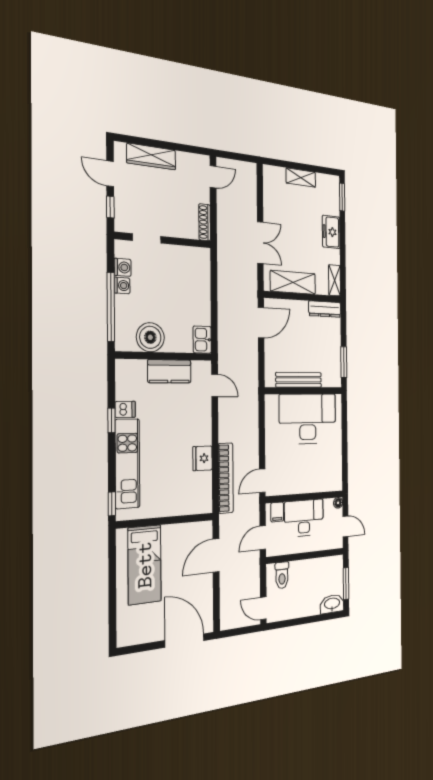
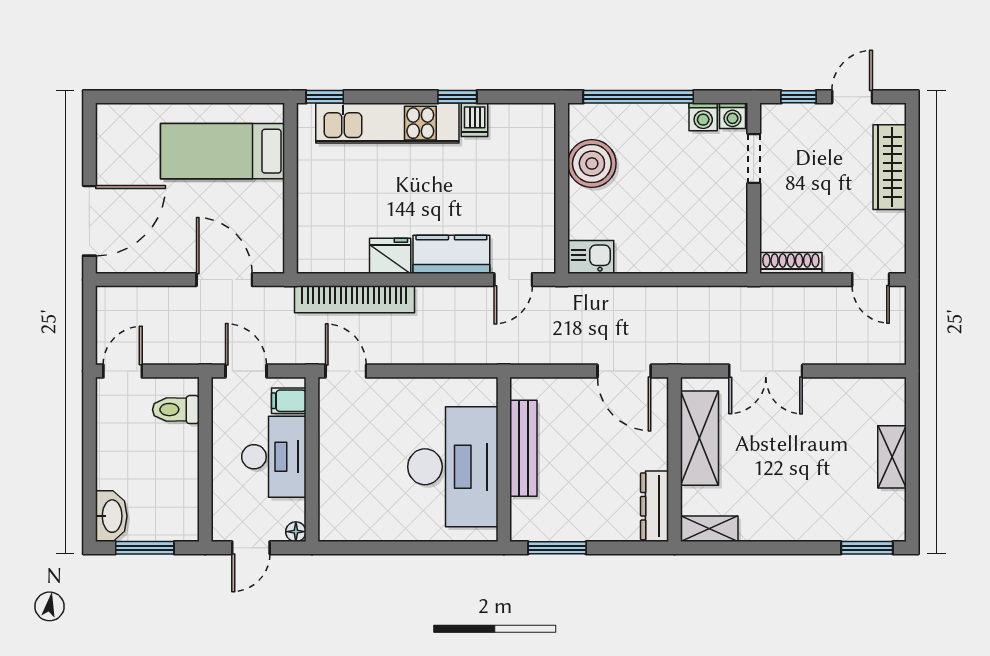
freezer: (331, 232) -> (799, 522), removed
washing machine: (122, 285) -> (732, 116), moved
kitchen counter: (169, 371) -> (451, 254), moved, turned 90

